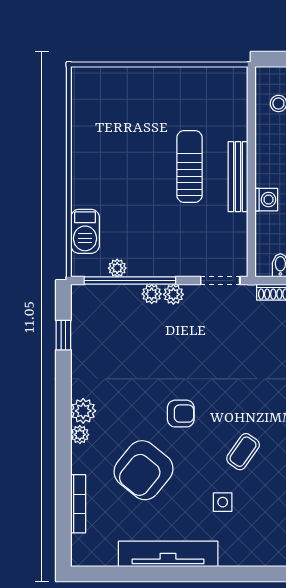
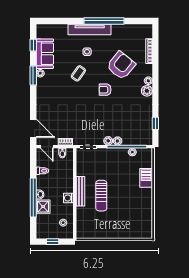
washing machine: (266, 200) -> (68, 198), moved
barbecue: (85, 231) -> (146, 178), moved
tv unit: (168, 554) -> (90, 29), moved
window: (183, 574) -> (104, 21), added

